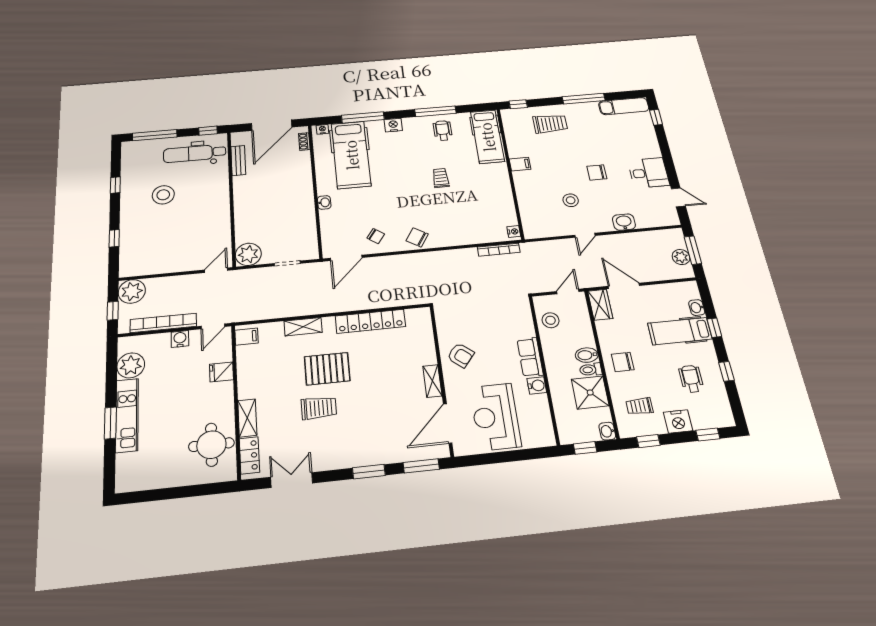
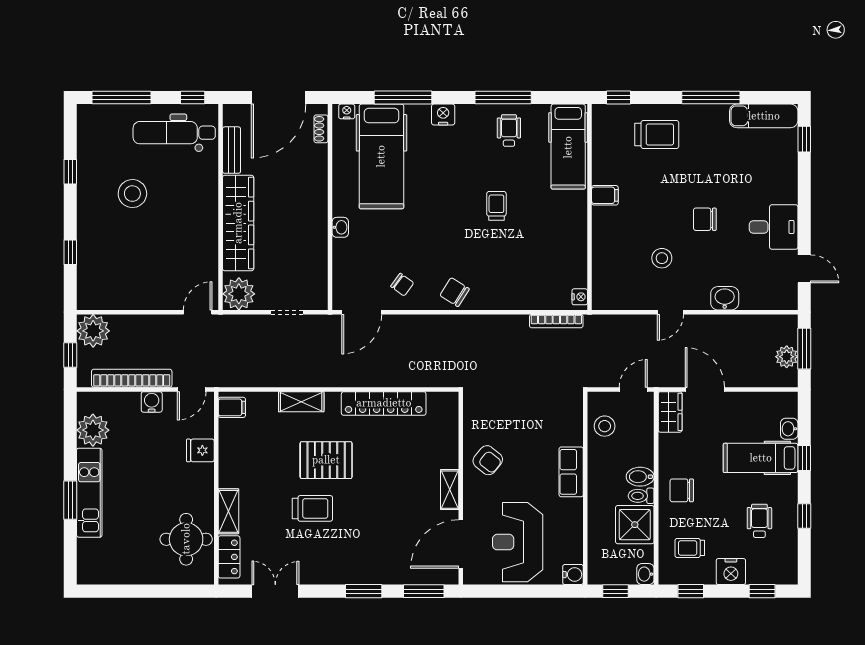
wardrobe: (245, 207) -> (238, 223), added
water cooler: (537, 385) -> (573, 575), moved

